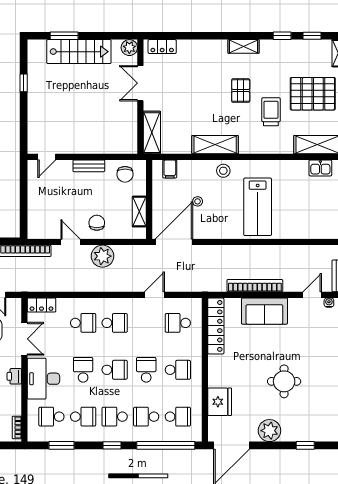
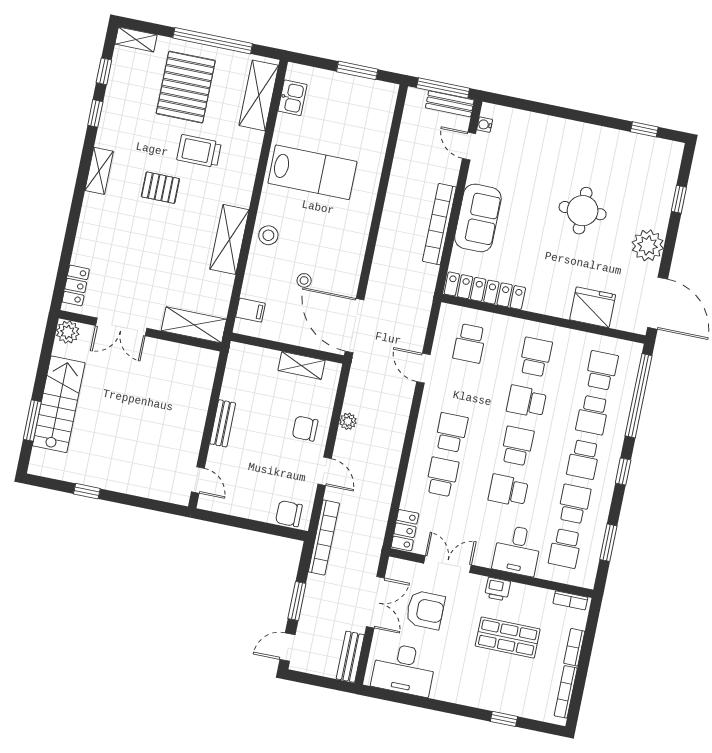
chair: (125, 174) -> (289, 514), moved, turned 180
lab bench: (258, 207) -> (312, 172), moved
door: (70, 242) -> (325, 471), swing flipped
plant: (102, 256) -> (348, 421), width x0.53, depth x0.53
desk: (43, 379) -> (517, 550), width x0.73

